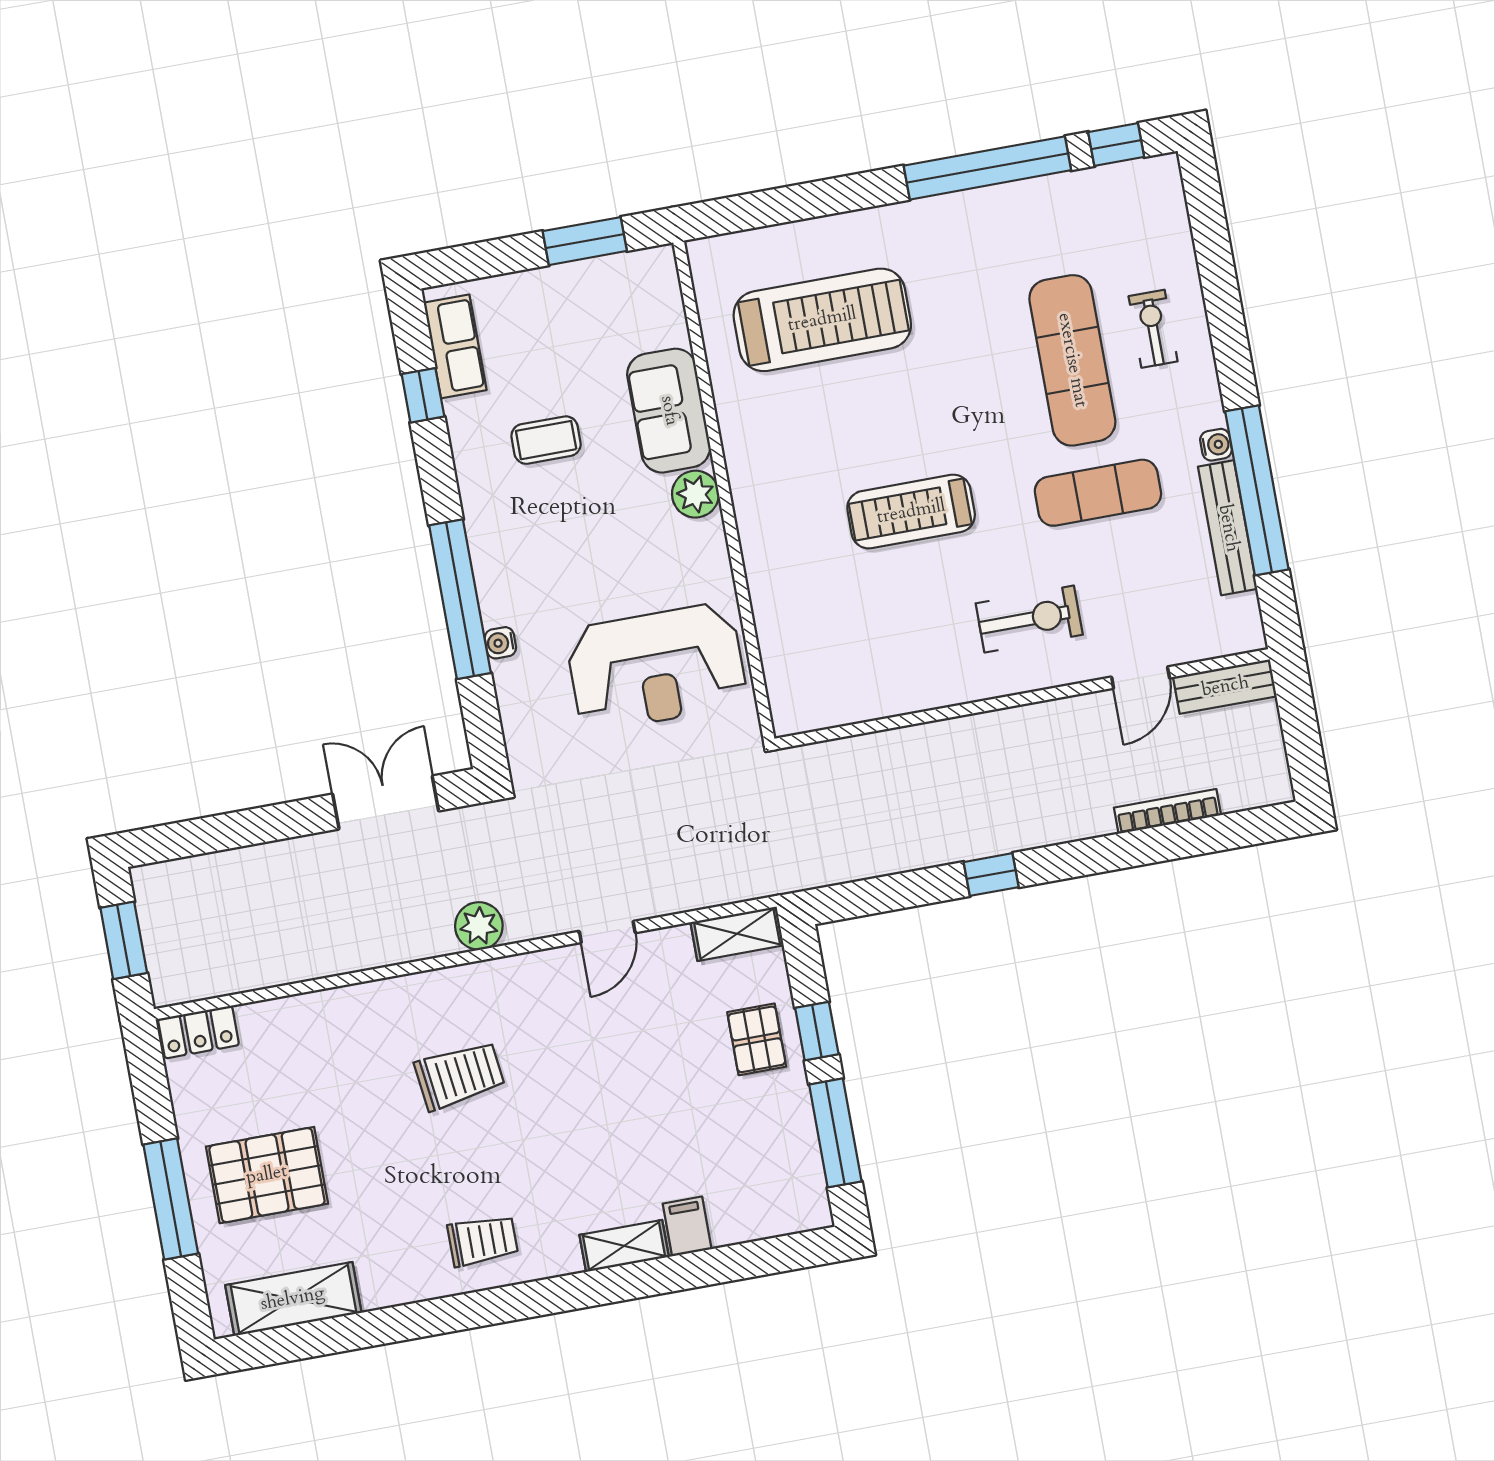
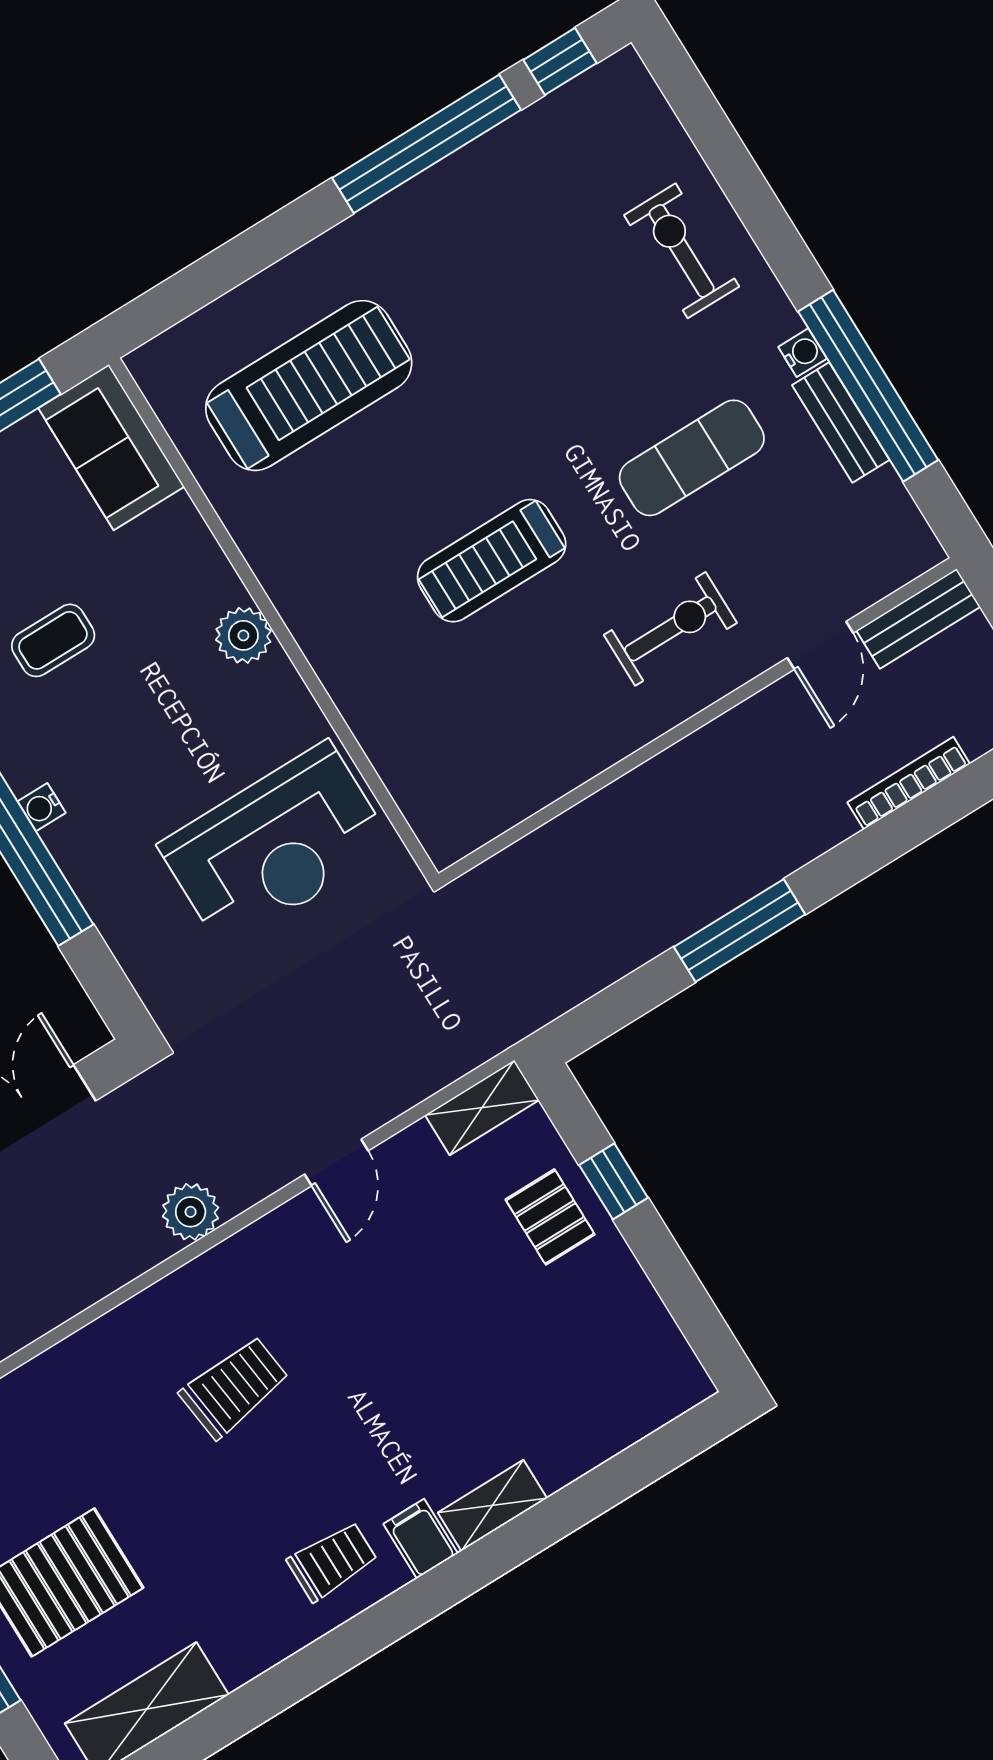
exercise bike: (1153, 329) -> (682, 251), width x1.38, depth x1.39
exercise mat: (1072, 360) -> (605, 321), removed
sofa: (669, 411) -> (111, 447), moved
bench: (1228, 528) -> (841, 422), width x0.73
water cooler: (500, 643) -> (42, 807), moved
window: (991, 875) -> (740, 931), width x2.17
window: (835, 1133) -> (679, 1287), removed
filing cabinet: (687, 1226) -> (421, 1539), moved

